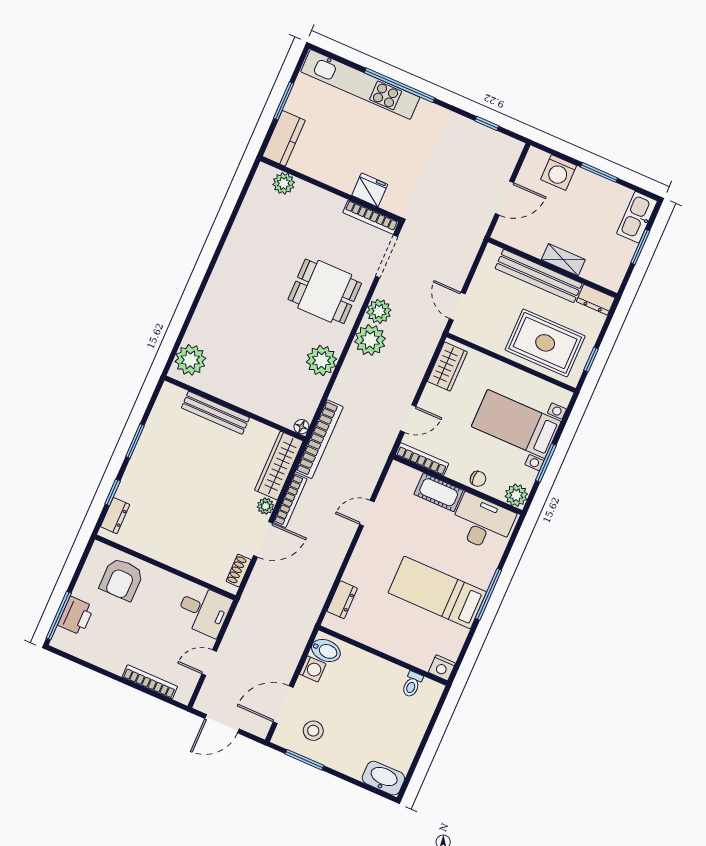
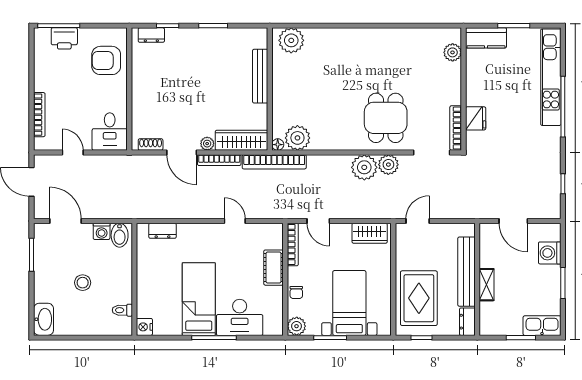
plant: (322, 360) -> (297, 138), moved
desk: (482, 523) -> (240, 317), moved, turned 90
stool: (313, 731) -> (83, 283), moved

